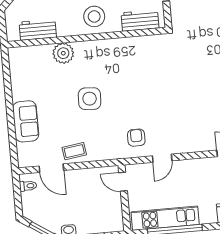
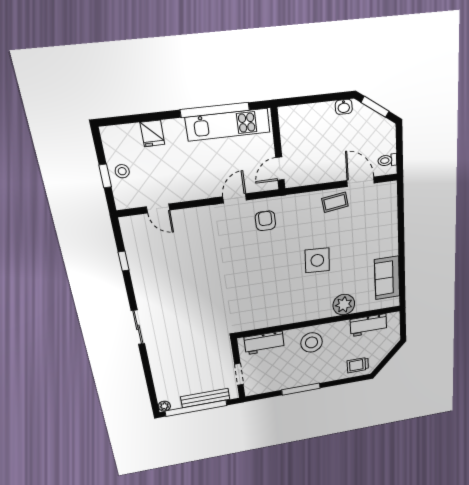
sofa: (26, 121) -> (387, 278), moved
armchair: (136, 138) -> (265, 221), turned 180
door: (123, 182) -> (280, 169), swing flipped

